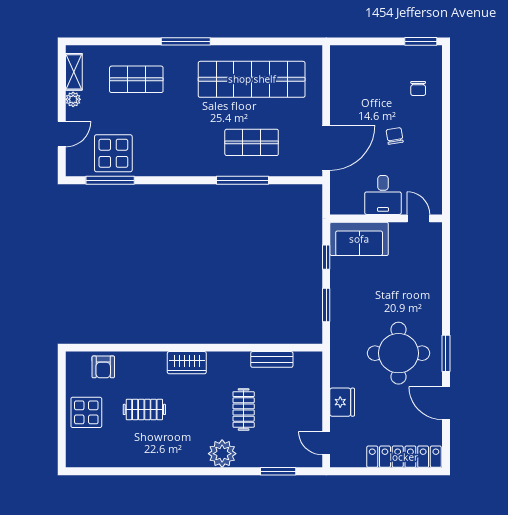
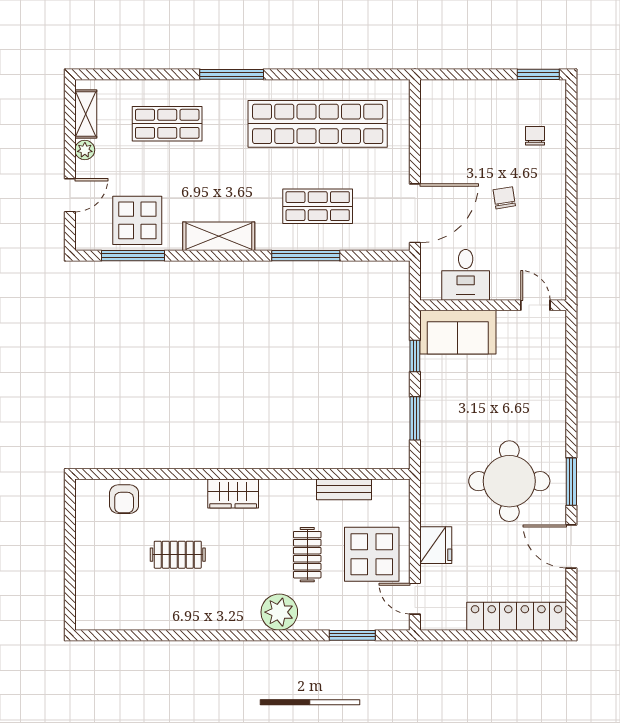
chair: (418, 88) -> (535, 136), turned 180
shelving: (176, 165) -> (219, 236), added
desk: (383, 195) -> (466, 275), moved
display table: (86, 412) -> (372, 554), moved, width x1.36, depth x1.36

